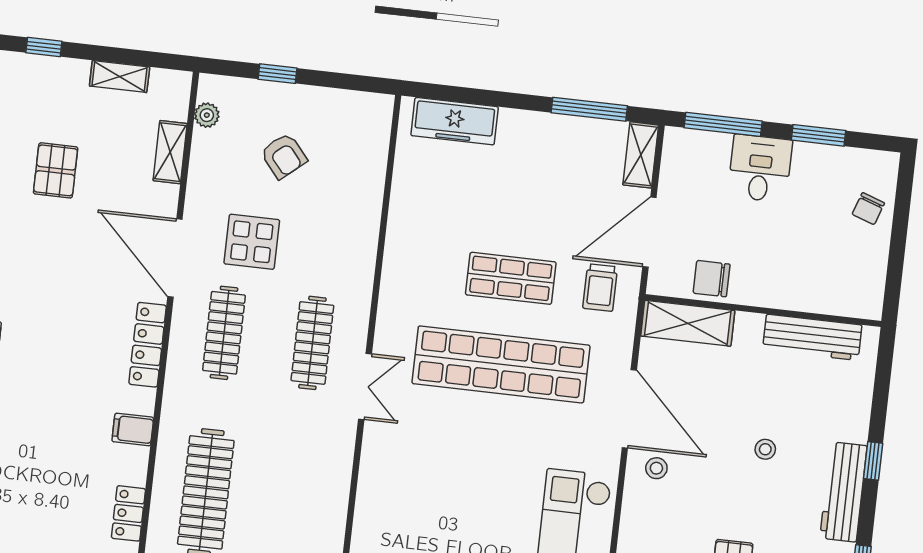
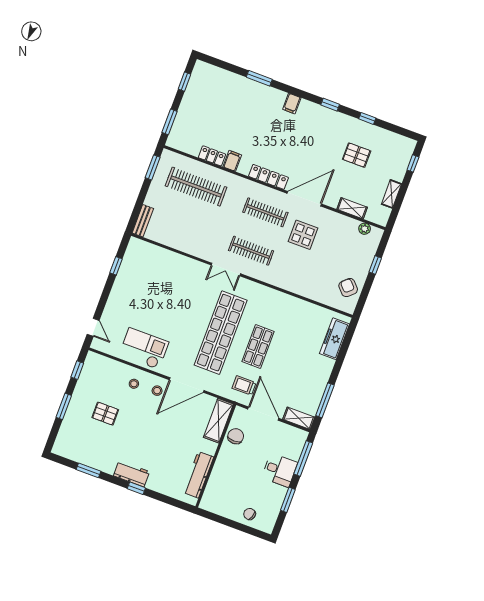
armchair: (284, 156) -> (348, 288), moved, turned 87
stool: (765, 449) -> (134, 384), moved
workbench: (843, 492) -> (132, 474), width x0.73
locker: (128, 513) -> (212, 156), moved

